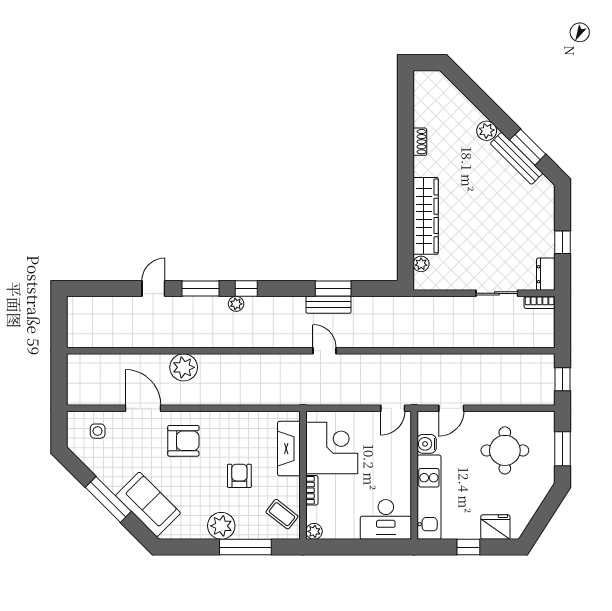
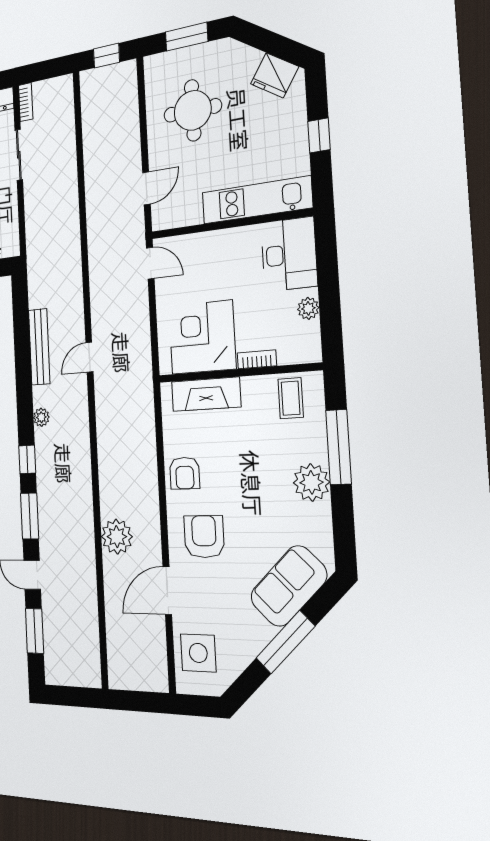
window: (333, 289) -> (35, 631), moved
plant: (236, 304) -> (41, 417), moved
bench: (329, 305) -> (39, 347), width x1.36
door: (451, 408) -> (146, 188), hinge flipped
side table: (98, 431) -> (198, 653), width x1.87, depth x1.87
water cooler: (427, 444) -> (190, 213), removed
armchair: (239, 476) -> (185, 473), moved, turned -90
coffee table: (282, 514) -> (291, 398), turned -38
fridge: (495, 527) -> (275, 75), moved, turned -57
plant: (314, 531) -> (308, 308), moved

